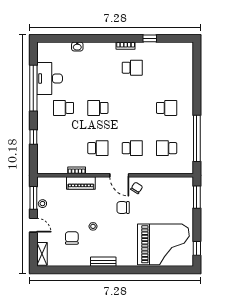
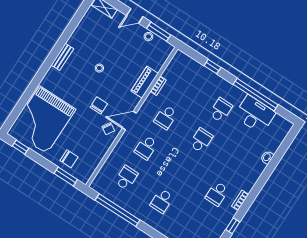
chair: (72, 238) -> (69, 159), moved

